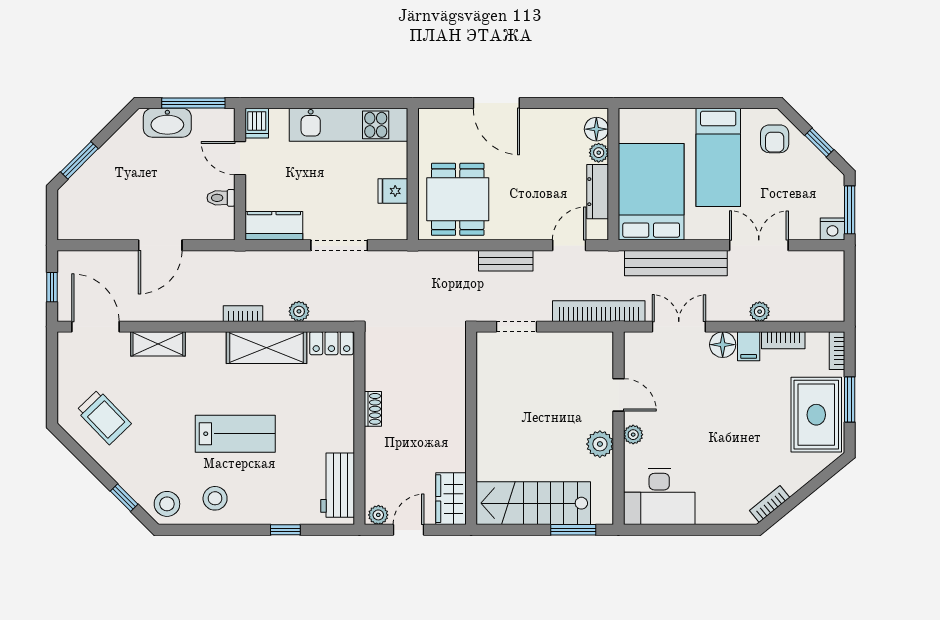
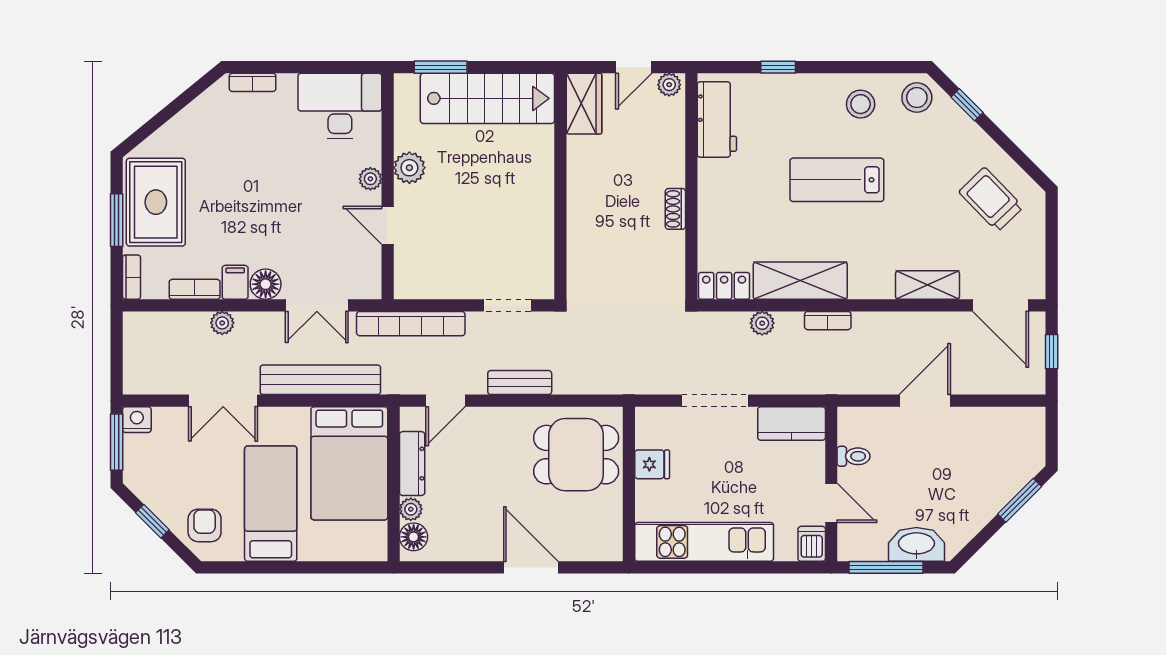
dining table: (458, 199) -> (576, 455), turned 90
bookcase: (770, 504) -> (253, 82), moved, turned 39

